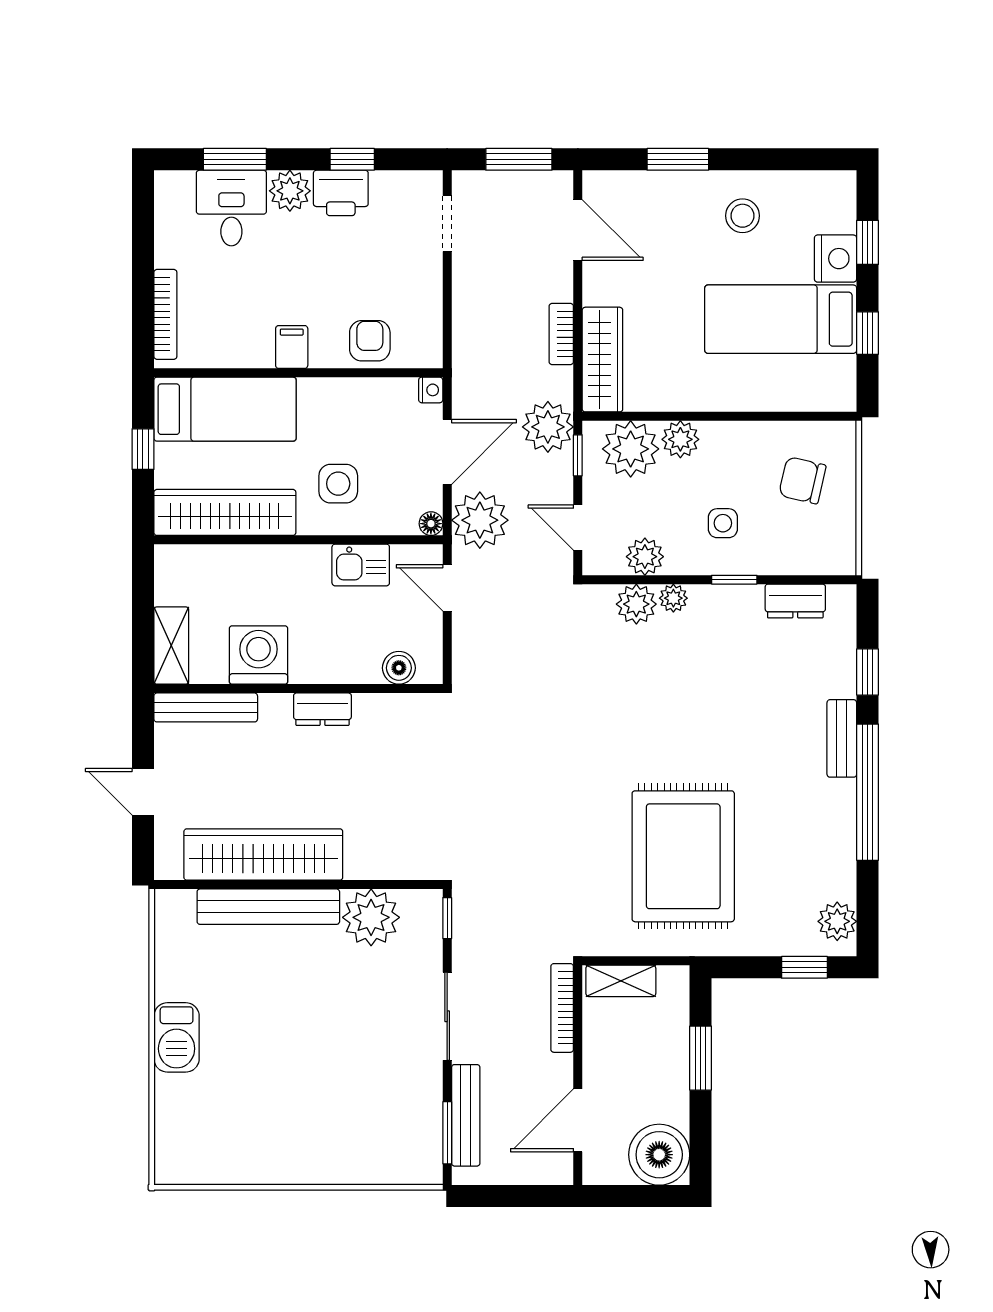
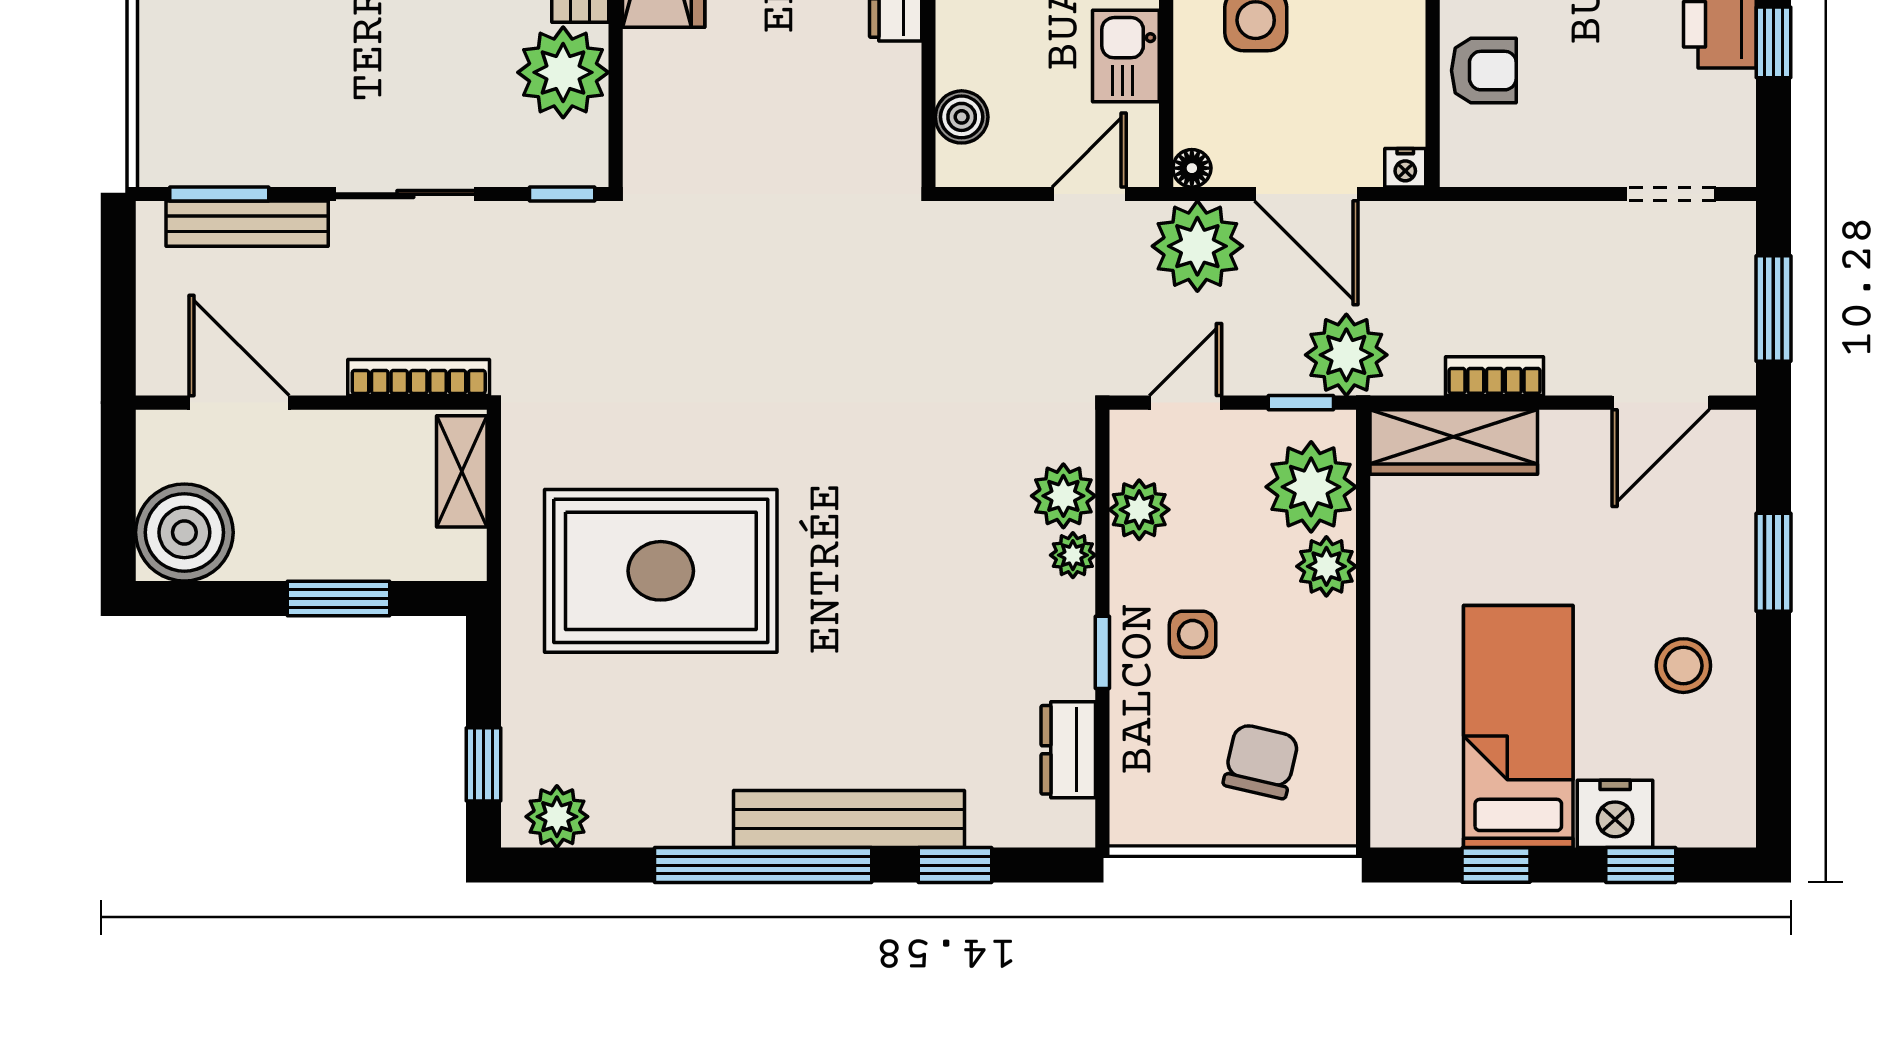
bench: (842, 738) -> (849, 819), width x1.86, depth x1.21

